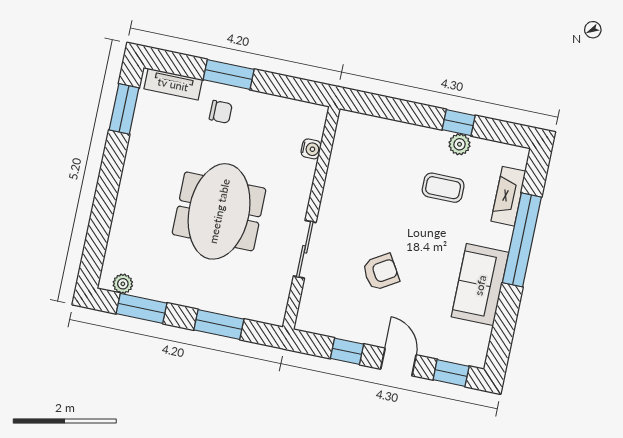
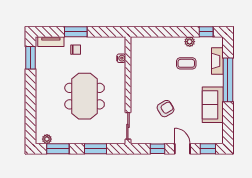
window: (459, 123) -> (206, 32), moved
sliding door: (305, 249) -> (128, 126), moved

